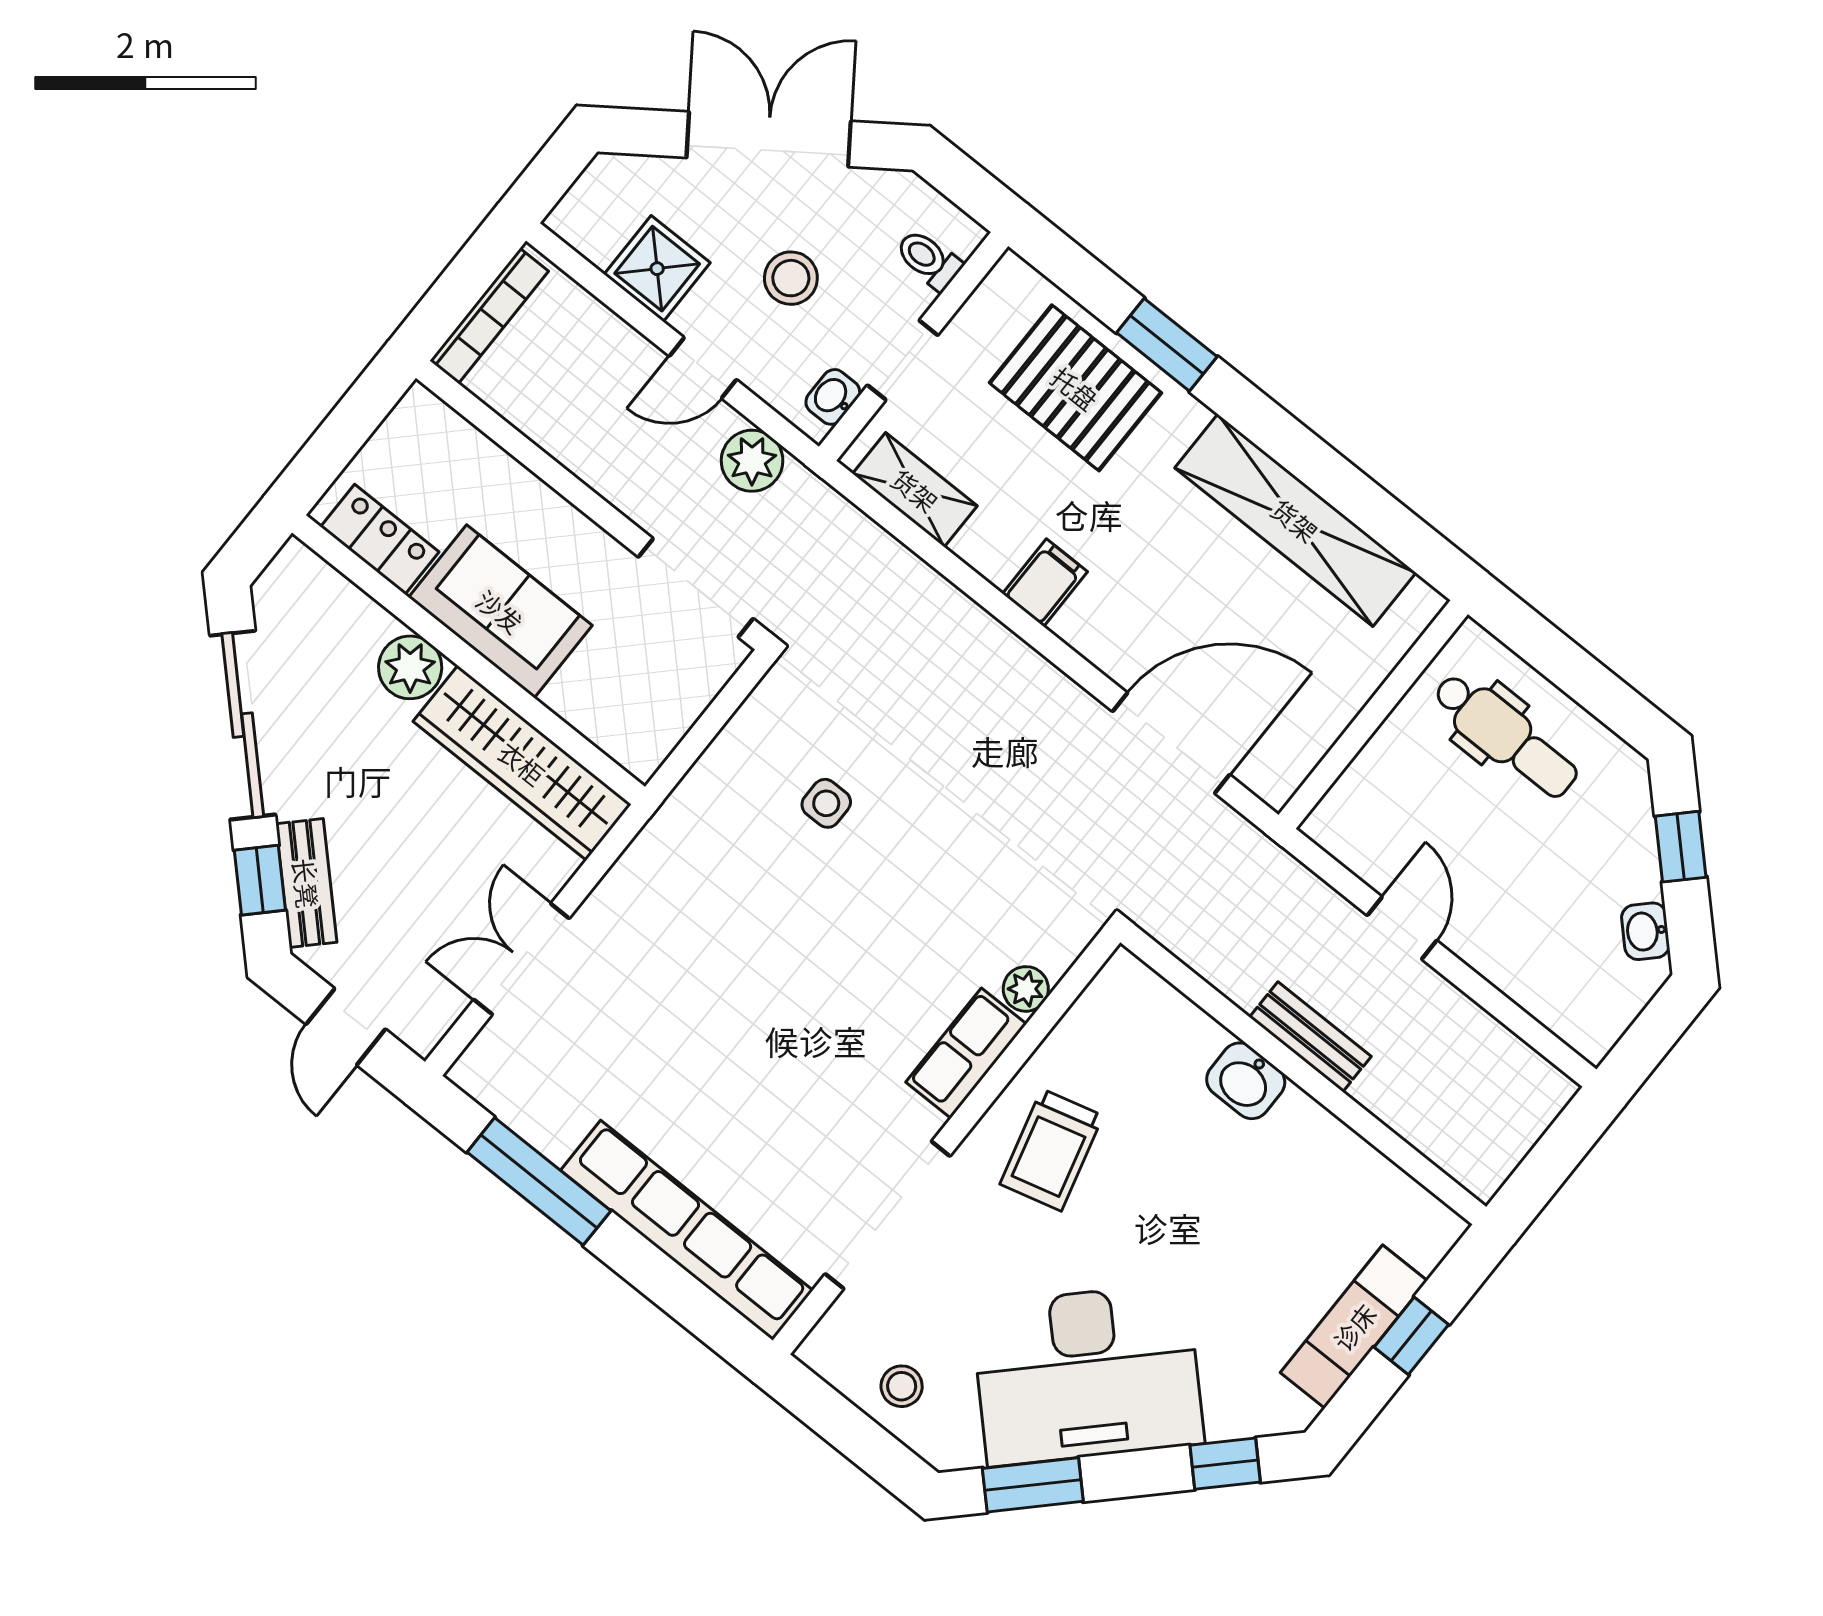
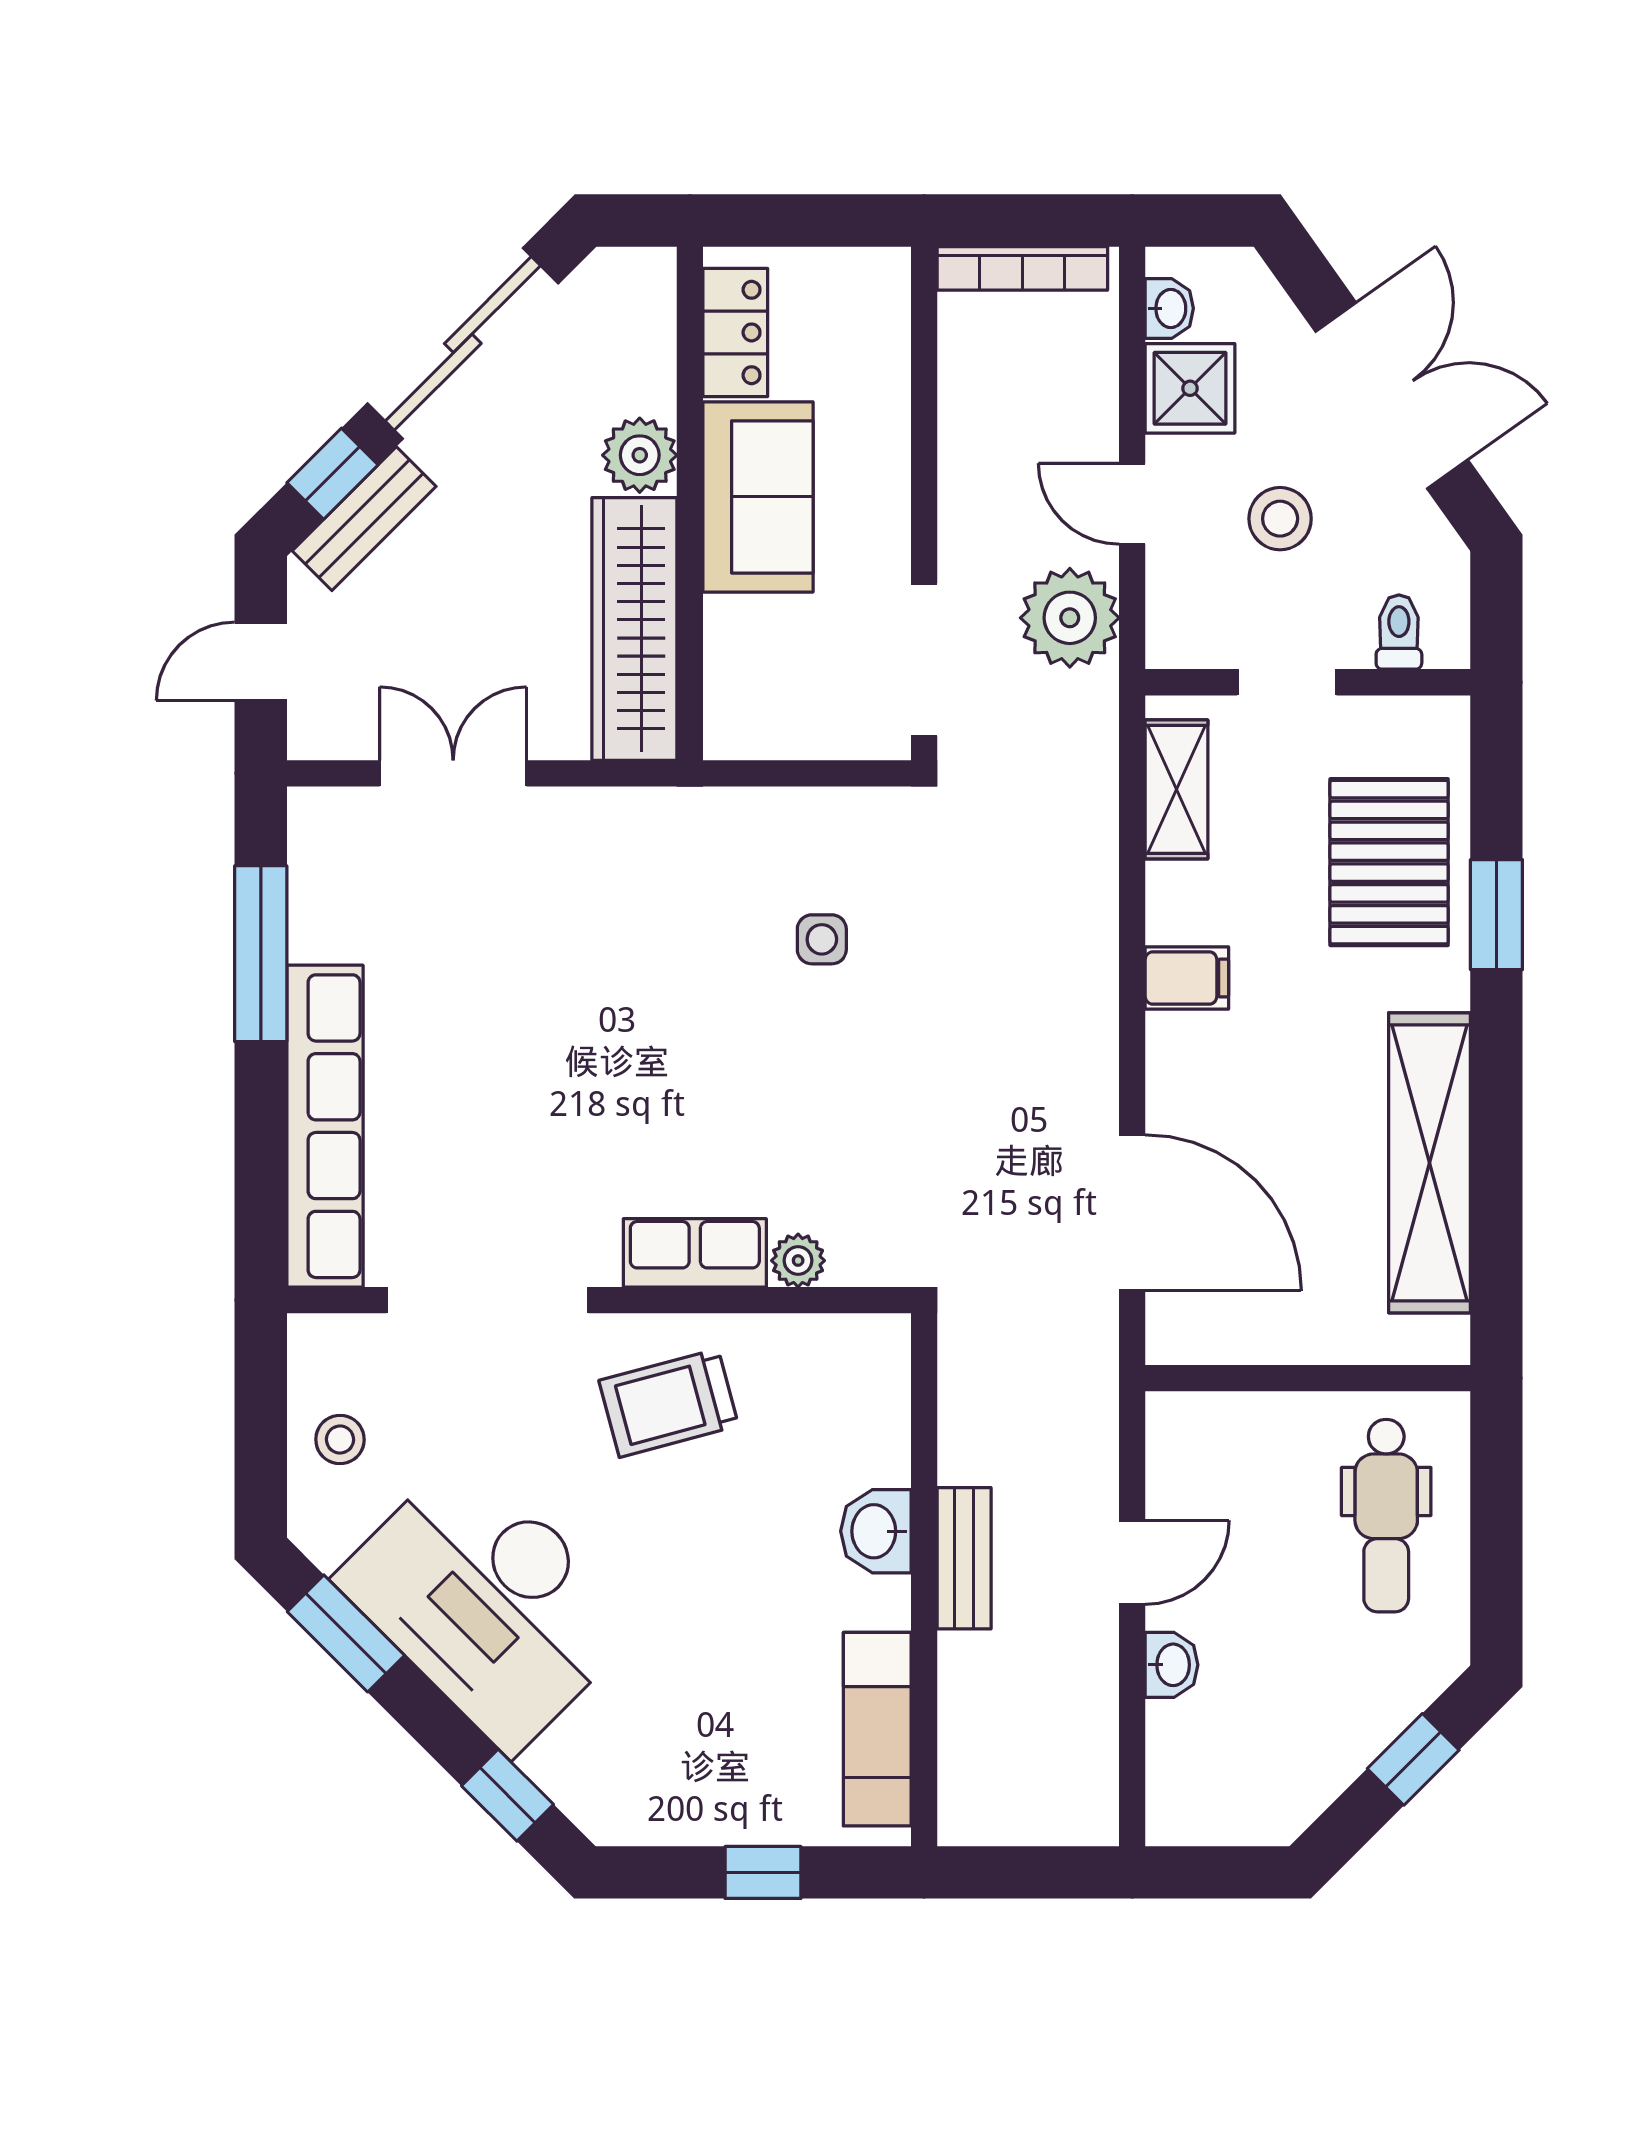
washbasin: (833, 397) -> (1169, 308), moved, turned 90
plant: (752, 461) -> (1070, 618), width x1.36, depth x1.36
washbasin: (1645, 931) -> (1172, 1665), moved, turned 135
exam couch: (1354, 1327) -> (877, 1729), moved, turned -90

